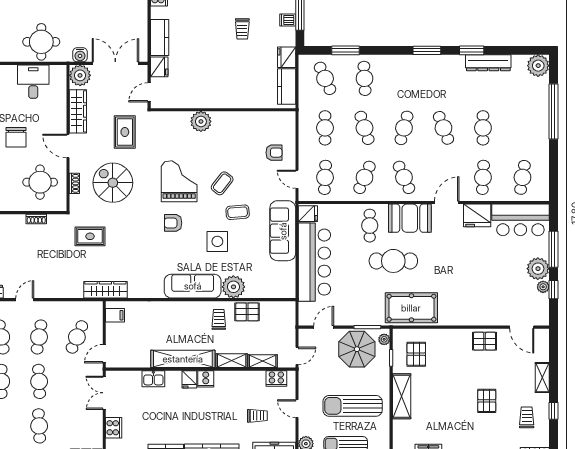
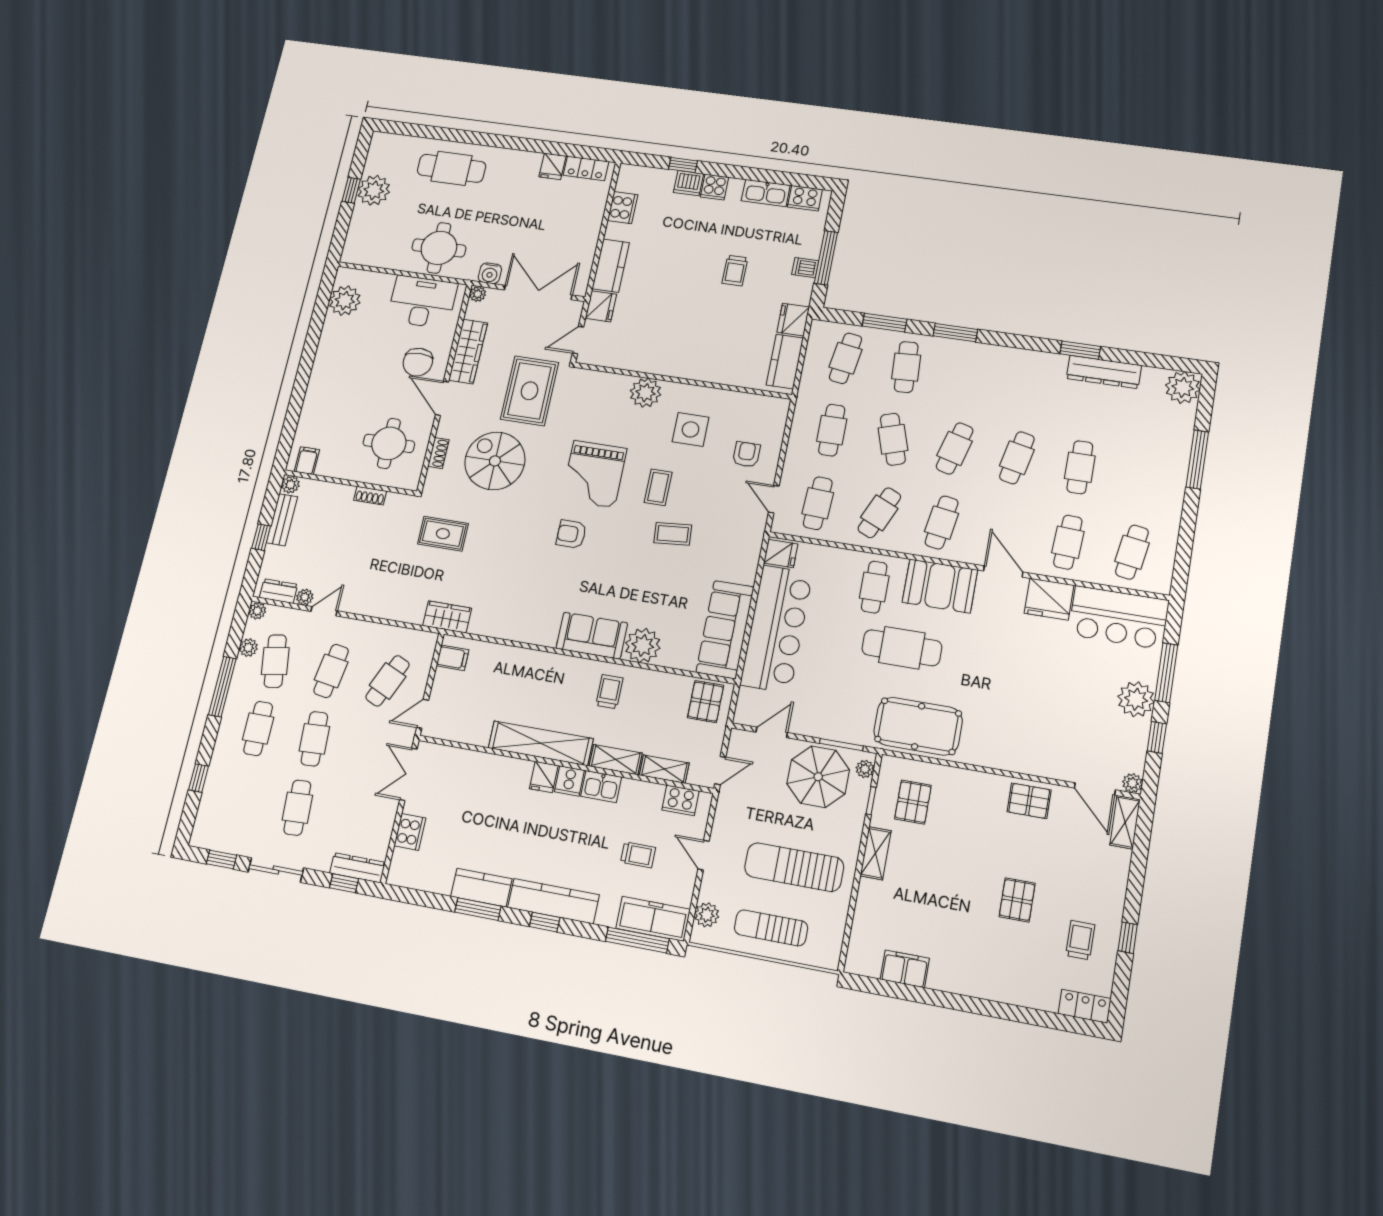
window: (427, 50) -> (955, 333), moved
plant: (80, 75) -> (478, 294), width x0.53, depth x0.53
cafe table: (325, 78) -> (846, 358), turned 33
desk: (33, 82) -> (422, 302), width x1.37
window: (553, 111) -> (1197, 459), width x0.68
cafe table: (443, 128) -> (1017, 458), turned 33
rug: (125, 132) -> (530, 391), width x1.36, depth x1.43
chair: (16, 137) -> (418, 362), moved
armchair: (274, 153) -> (746, 454), turned -90
cafe table: (404, 177) -> (942, 522), turned 33
grand piano: (179, 181) -> (594, 474), turned 180
coffee table: (222, 183) -> (658, 487), turned -38
door: (447, 202) -> (1003, 571), hinge flipped
sofa: (283, 231) -> (725, 630), moved
side table: (217, 241) -> (691, 429), moved
sofa: (193, 286) -> (592, 636), width x0.73
plant: (543, 287) -> (1132, 783), moved
wardrobe: (105, 290) -> (447, 617), width x0.67
plant: (10, 293) -> (305, 597), added
pallet: (247, 312) -> (706, 702), moved, turned 90
shelving: (542, 378) -> (1125, 822), moved
kitchen sink: (153, 379) -> (601, 787), moved
shelving: (402, 396) -> (876, 853), width x0.67, depth x0.75

